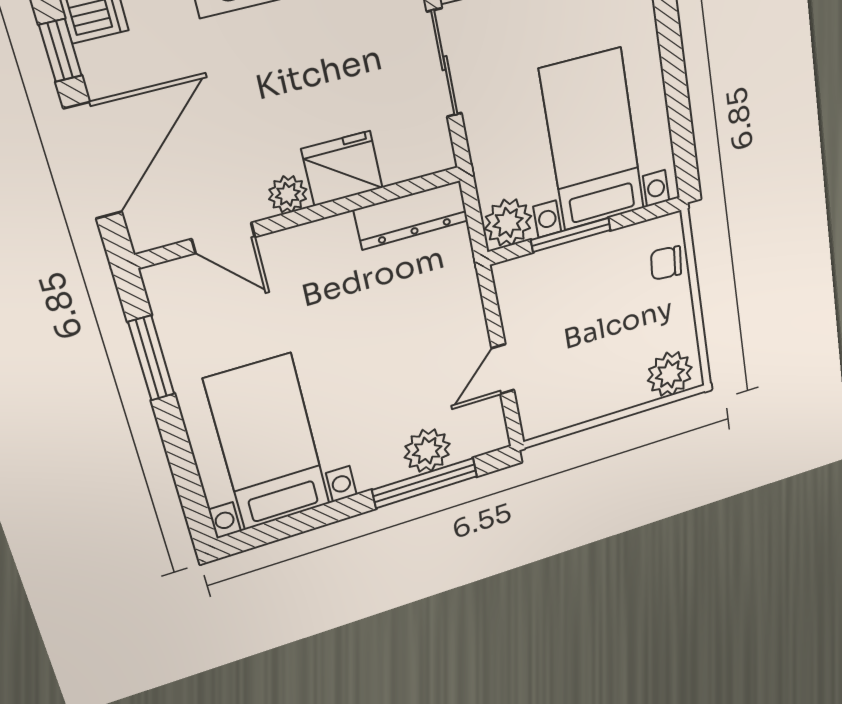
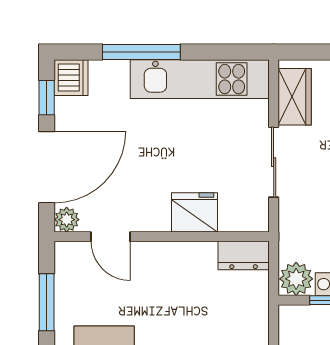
plant: (288, 194) -> (67, 220), moved
dresser: (411, 215) -> (244, 255), width x0.70

